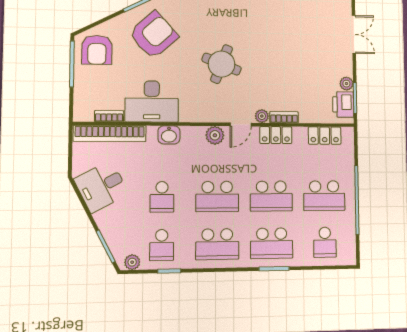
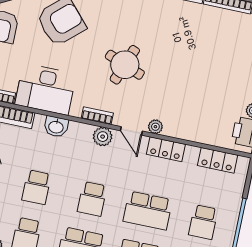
bookcase: (284, 117) -> (97, 116), moved
door: (241, 124) -> (131, 131), hinge flipped
school desk: (217, 196) -> (92, 199), width x0.54
school desk: (324, 196) -> (203, 222), width x0.54

